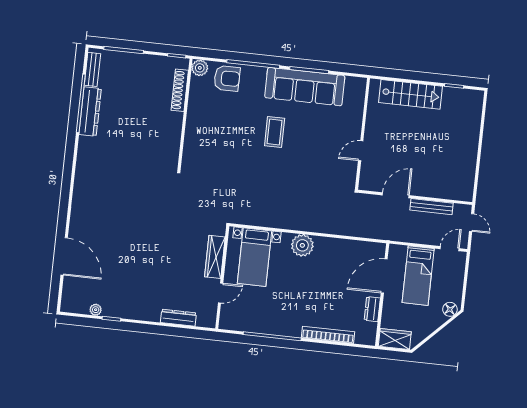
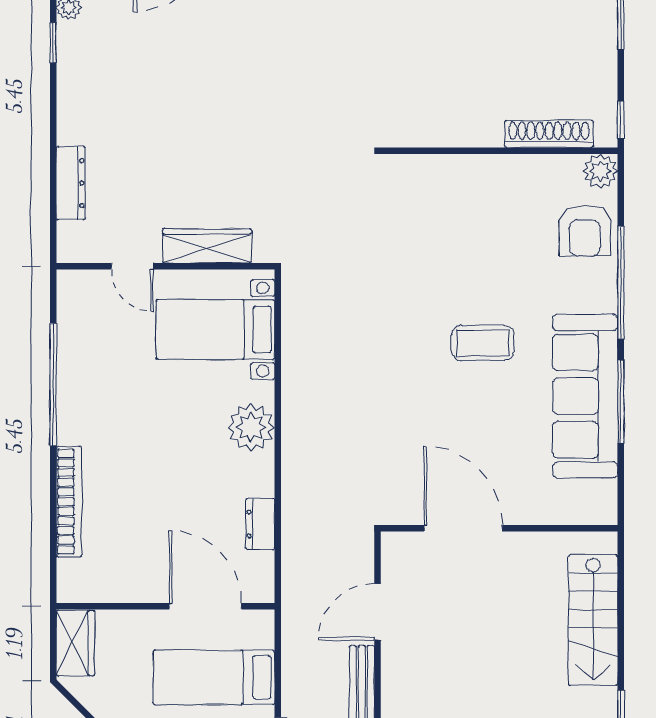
door: (361, 151) -> (463, 528), width x1.88
door: (396, 195) -> (378, 612), swing flipped
dresser: (372, 309) -> (260, 524), moved, turned -90

